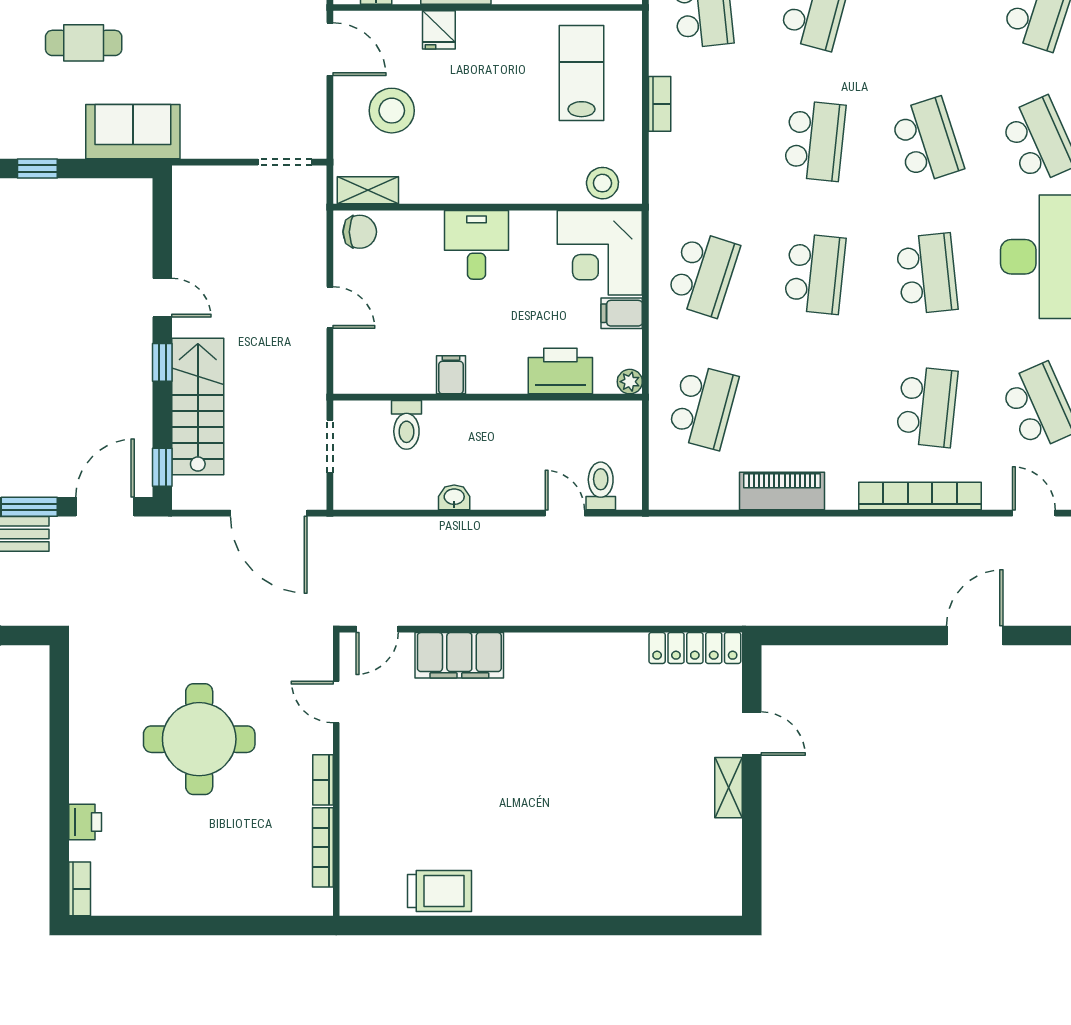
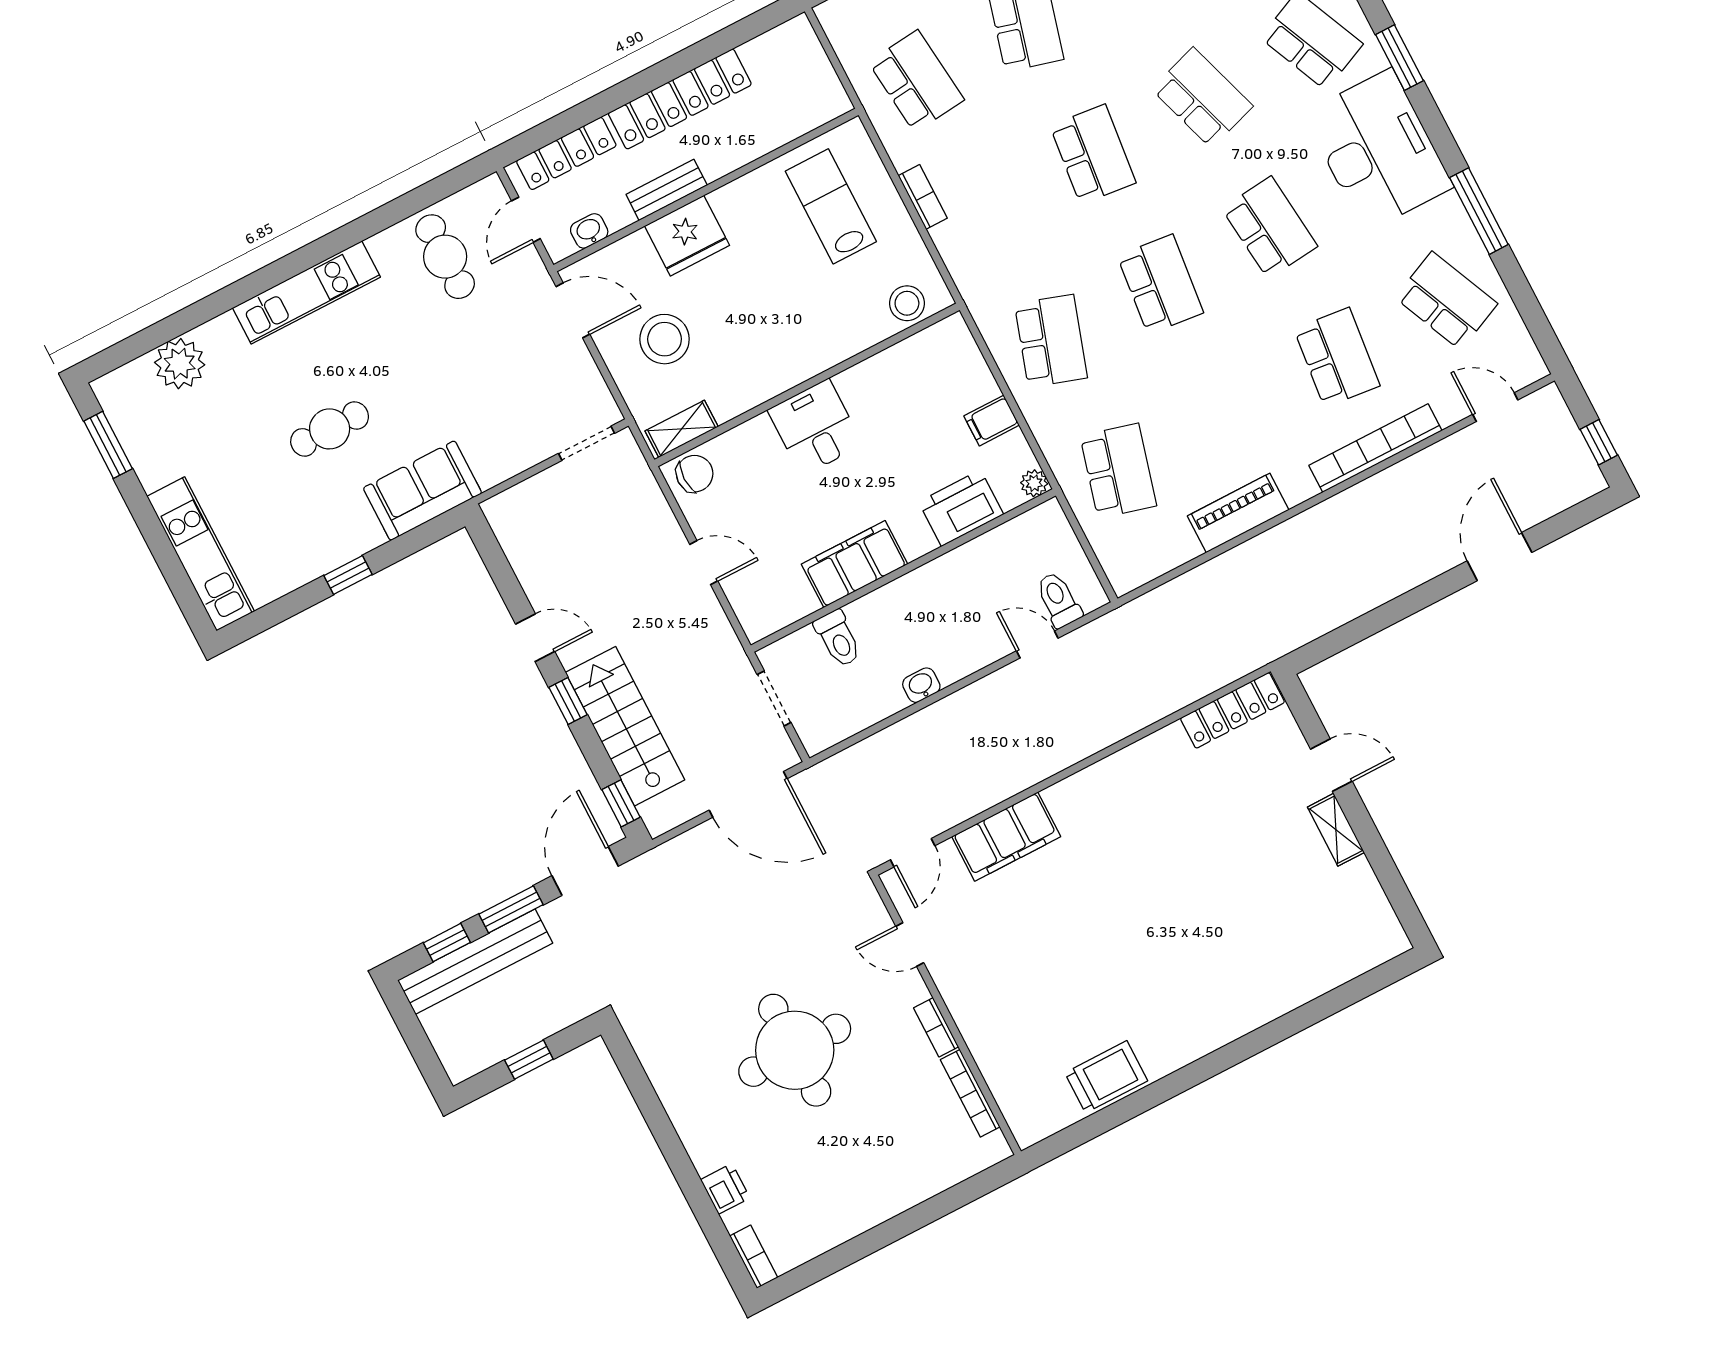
fridge: (439, 30) -> (687, 236), width x1.88, depth x1.34
corner desk: (600, 253) -> (940, 373), removed
filing cabinet: (451, 375) -> (855, 564), width x3.00, depth x1.17

